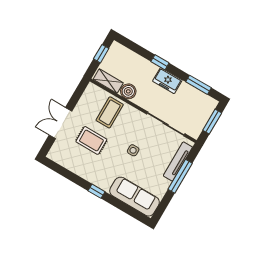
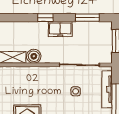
coffee table: (110, 112) -> (29, 82), removed
side table: (133, 150) -> (76, 91), moved

